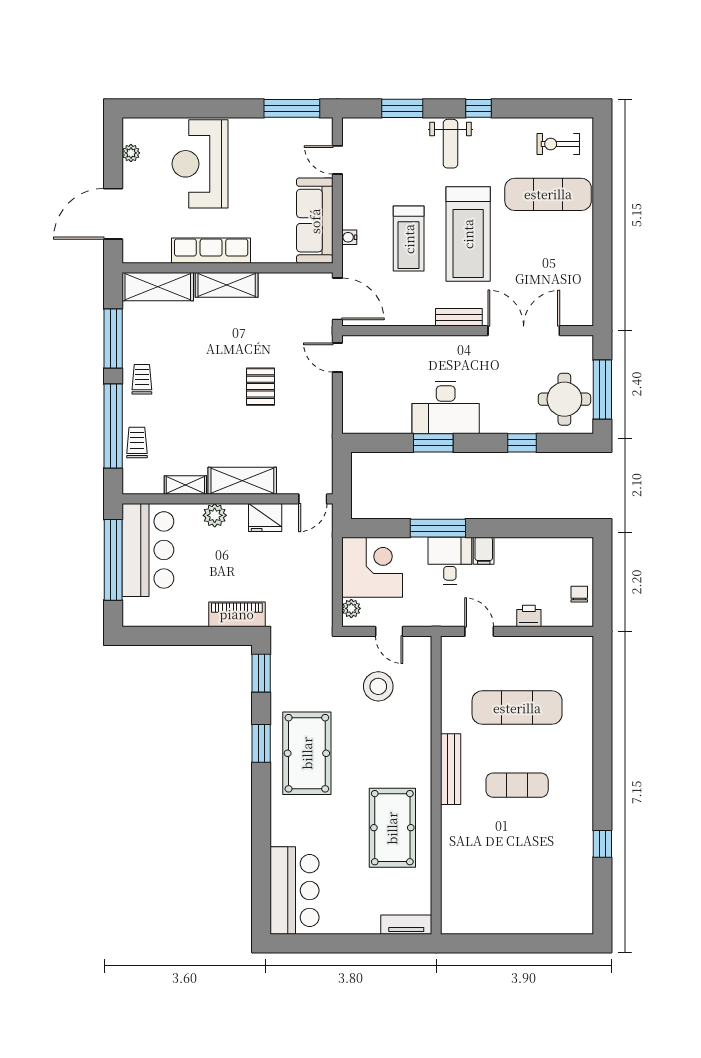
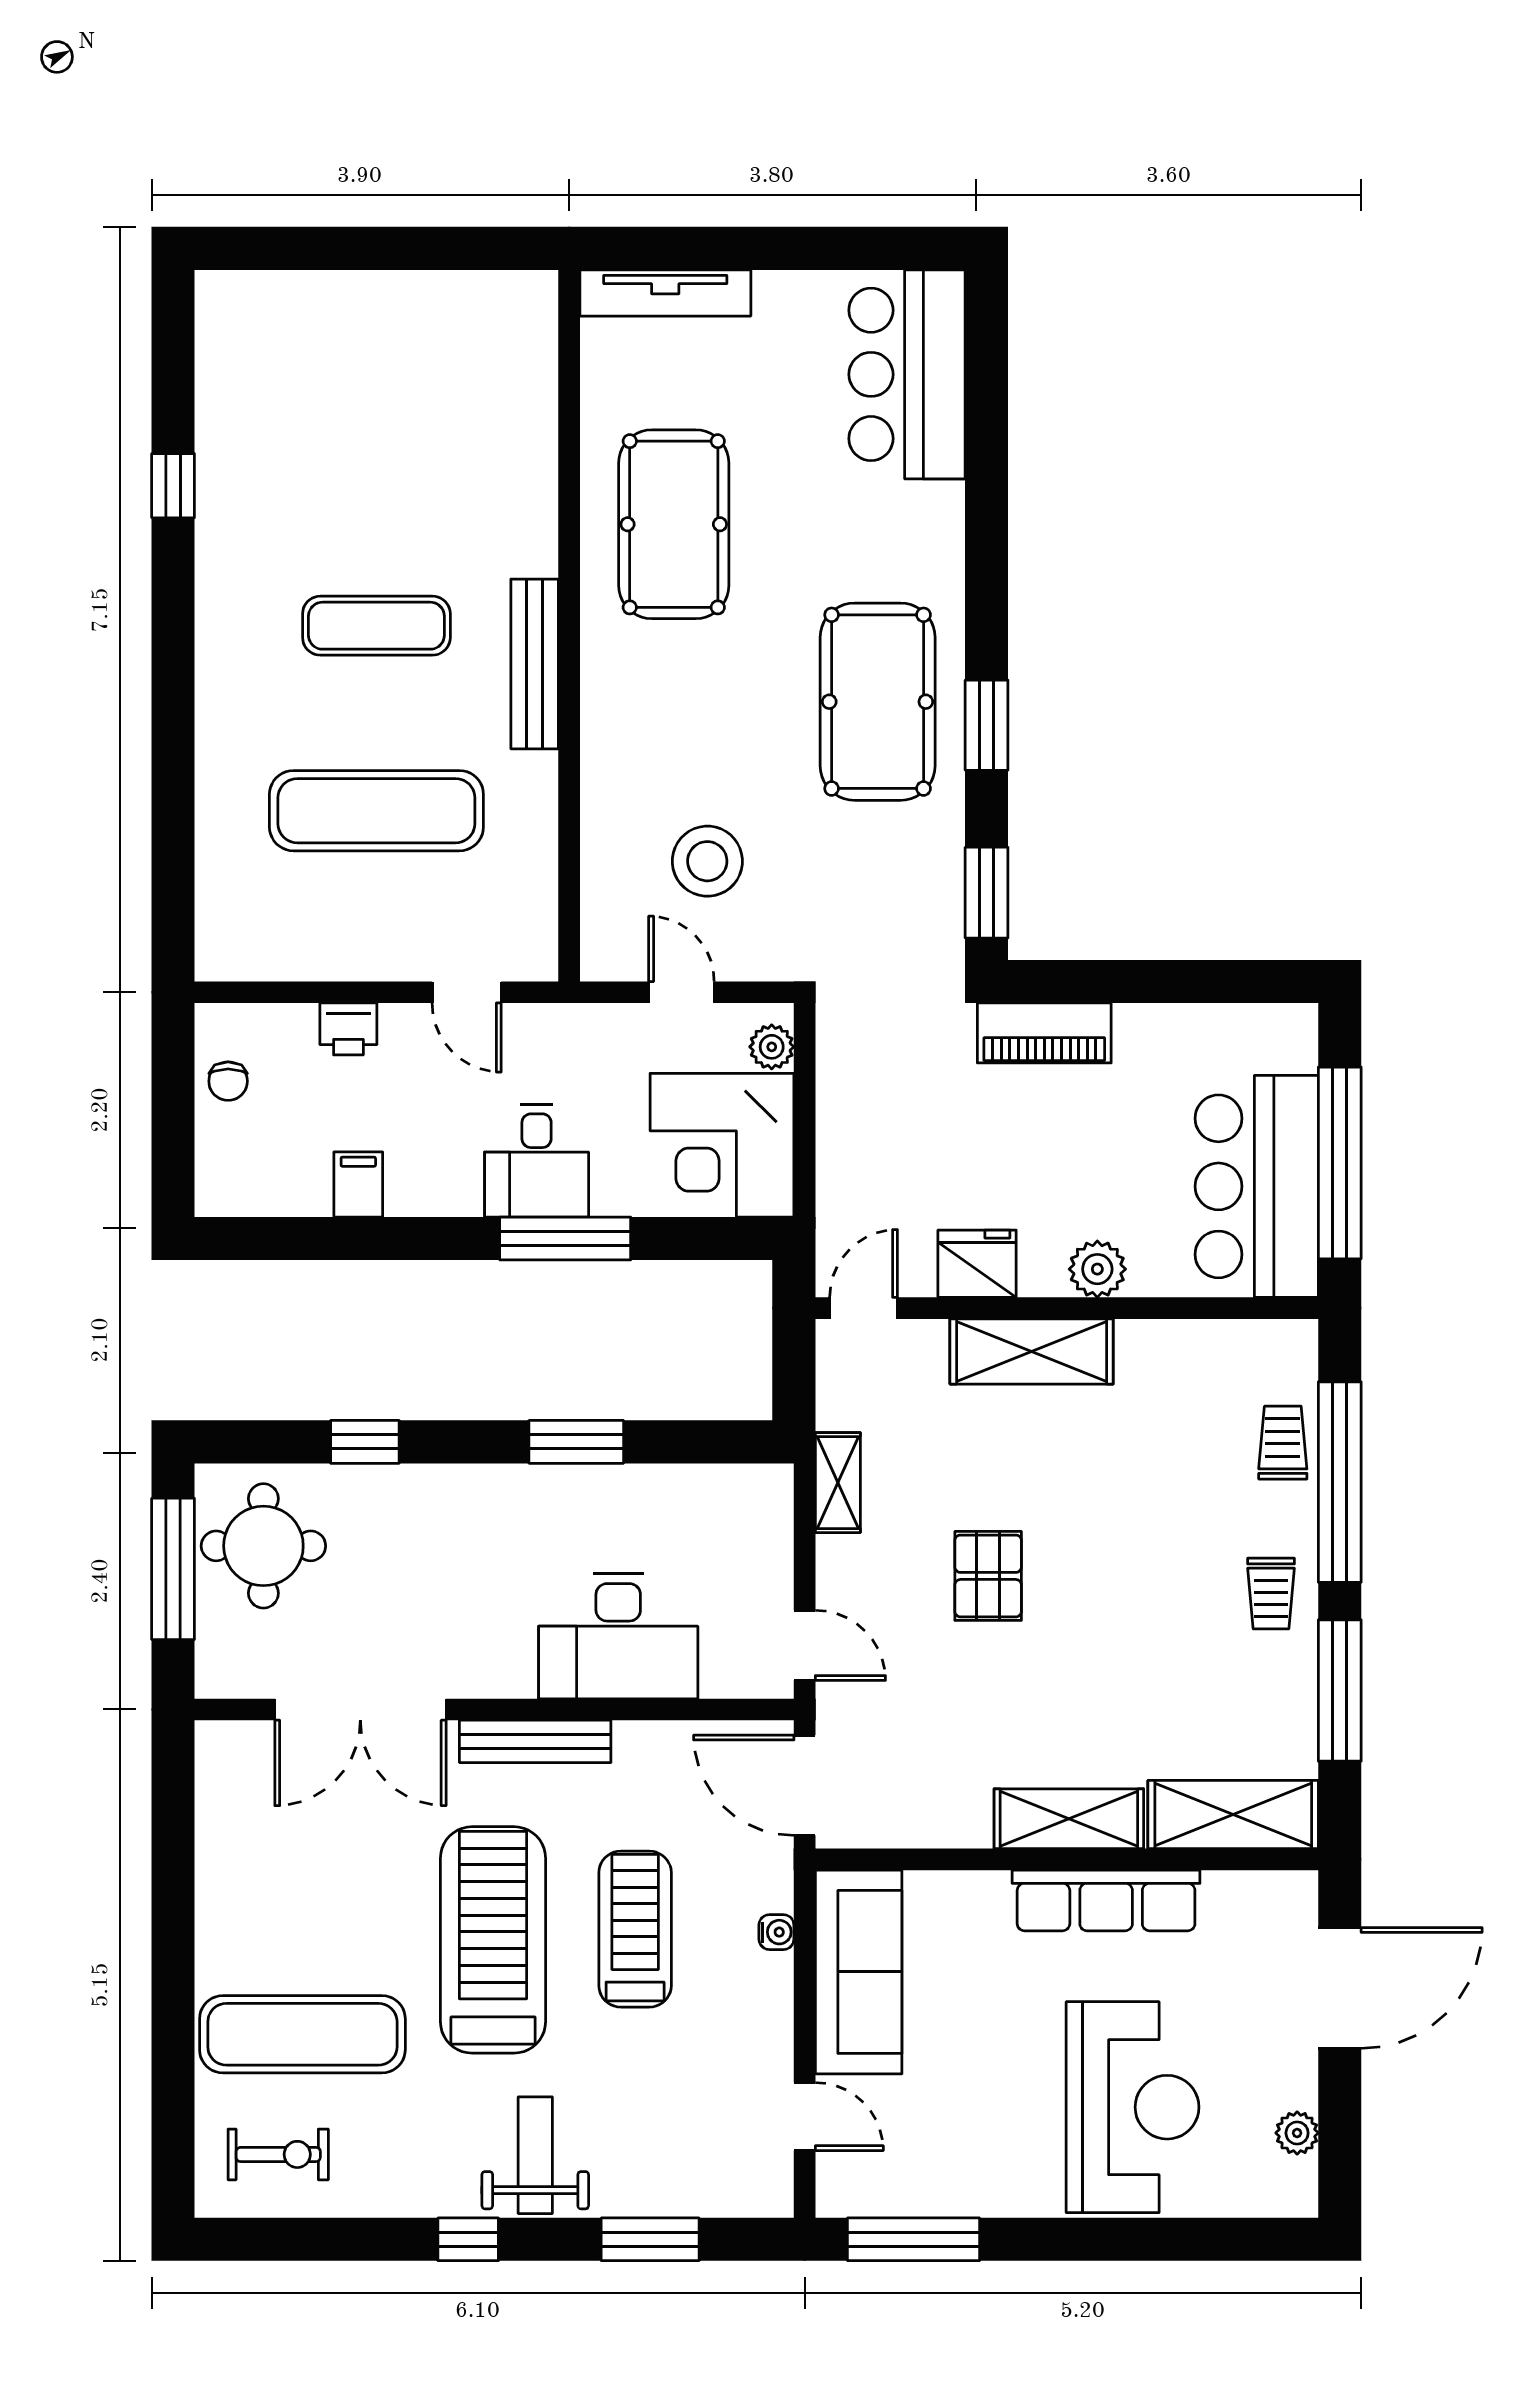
bench: (459, 317) -> (535, 1741), width x1.36
desk: (446, 408) -> (618, 1636), moved, turned 180
trolley: (137, 443) -> (1283, 1443), turned 180
shelving: (185, 485) -> (838, 1483), moved, turned 90
filing cabinet: (484, 551) -> (358, 1185), moved
tv unit: (406, 925) -> (665, 293), width x1.41

